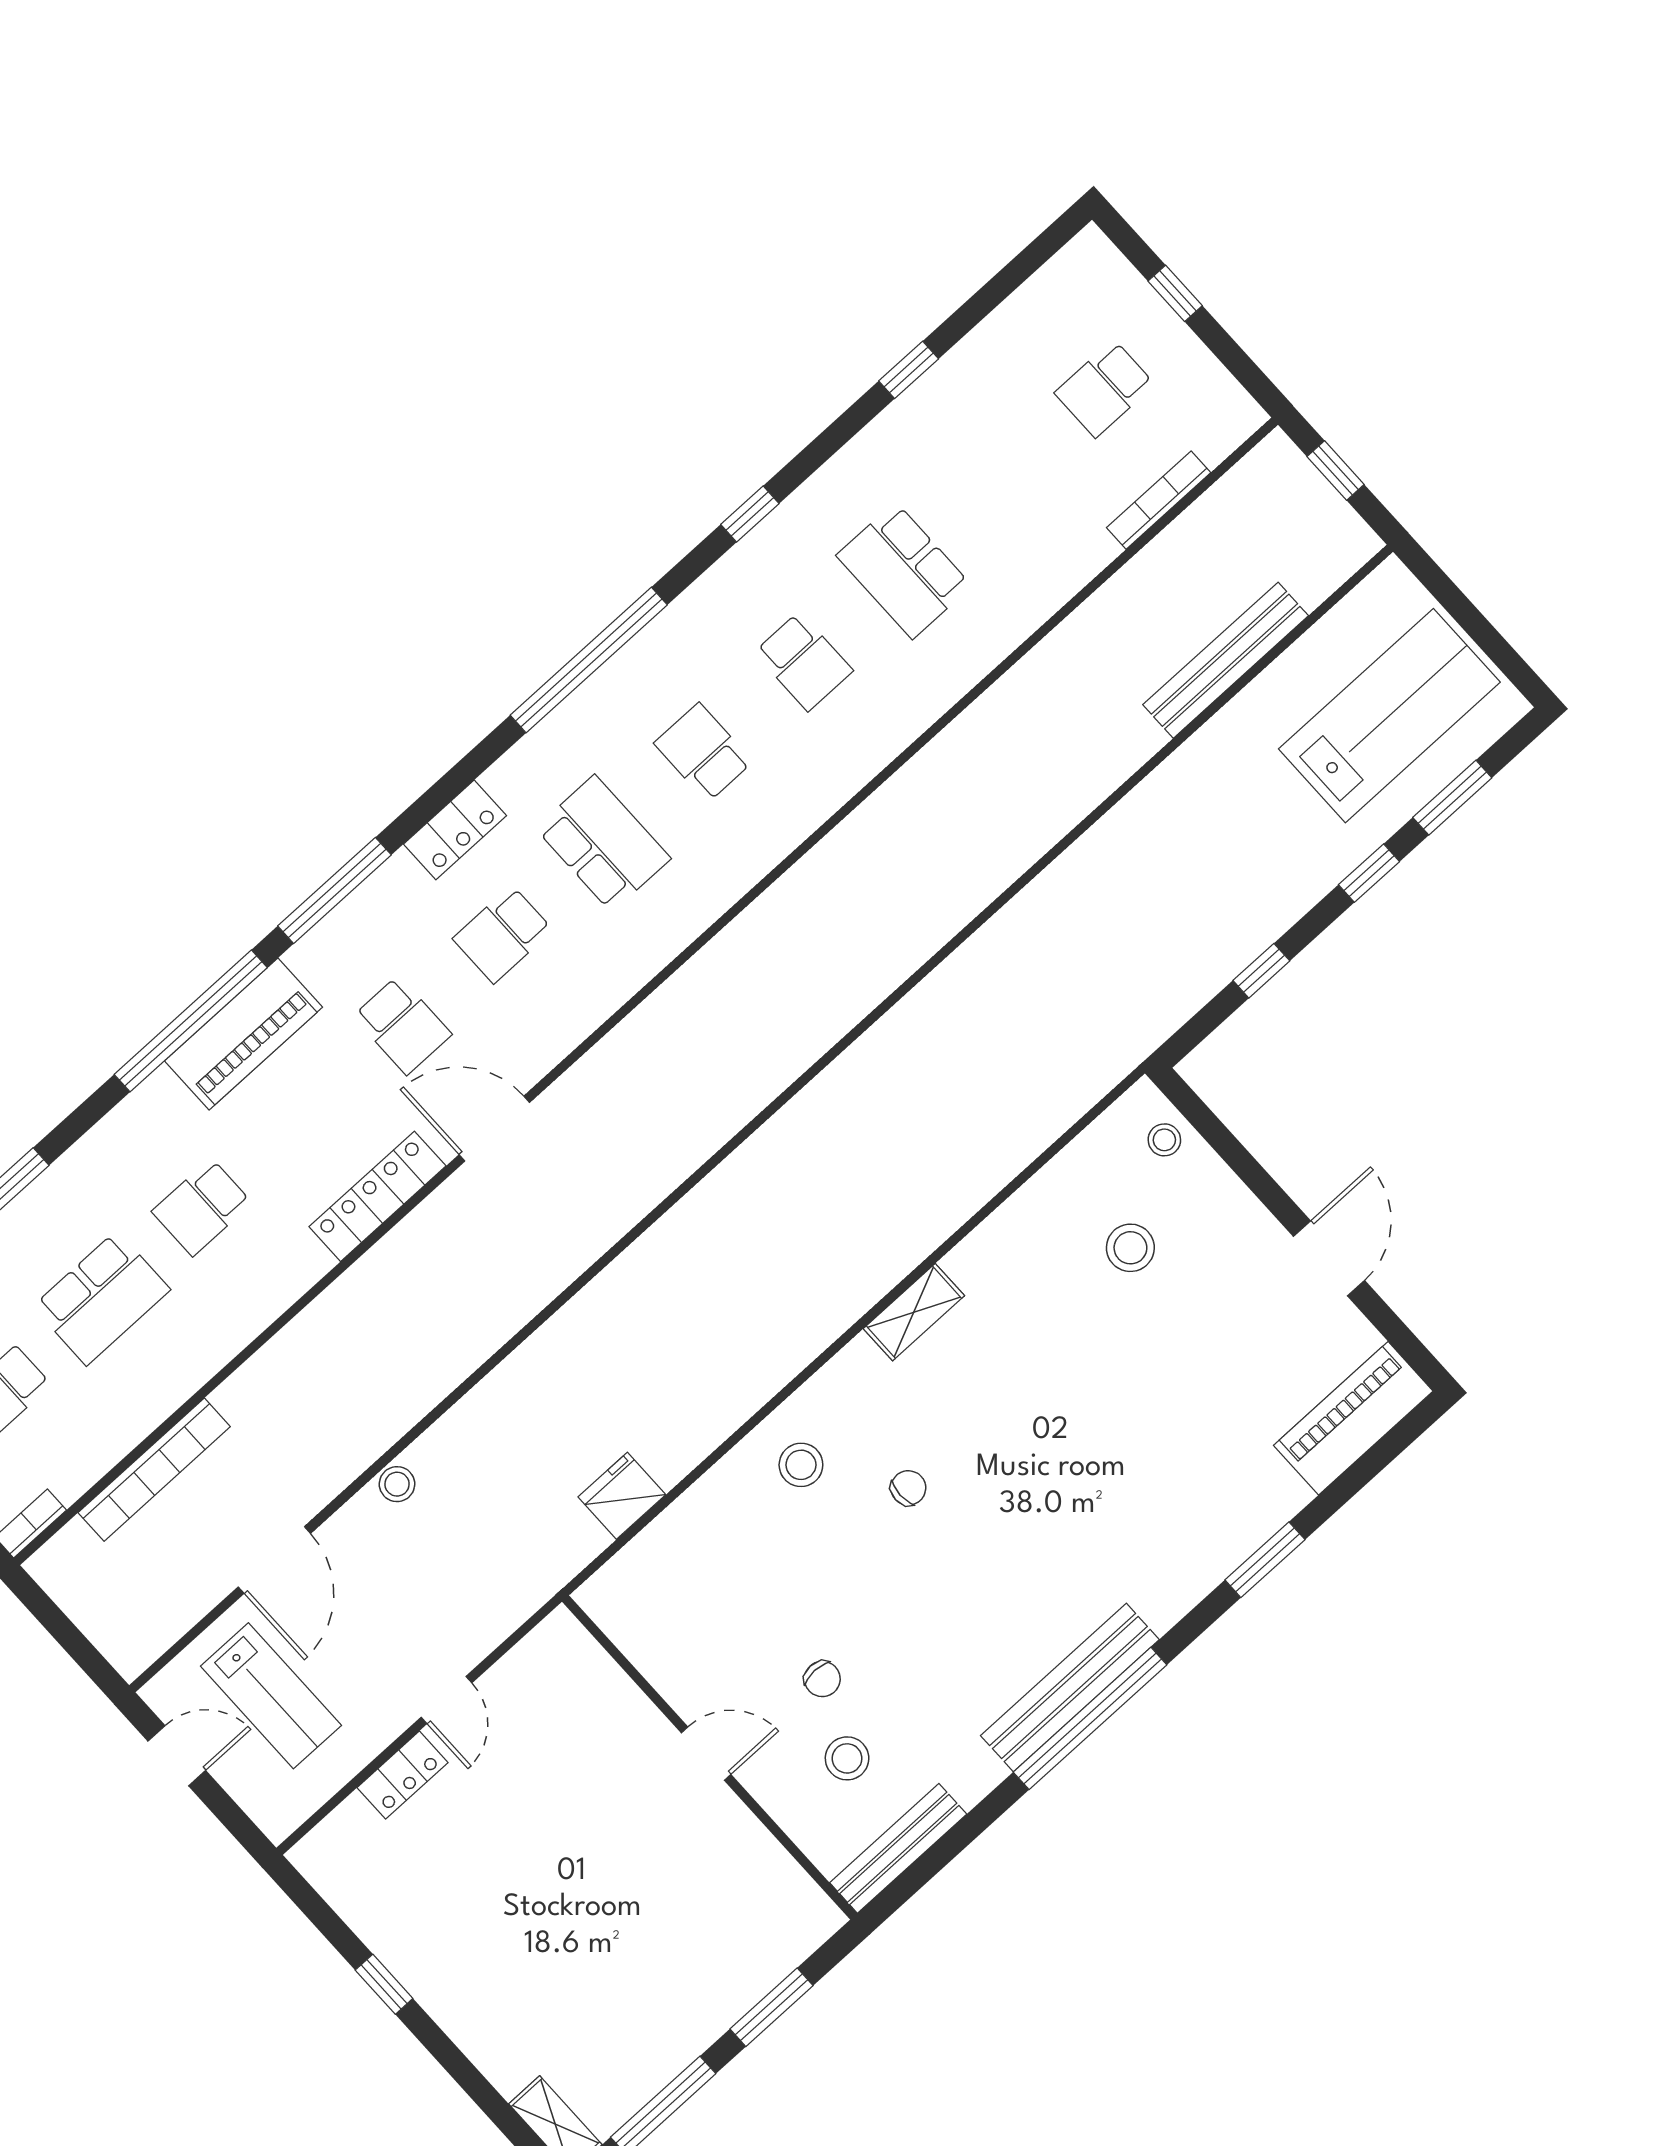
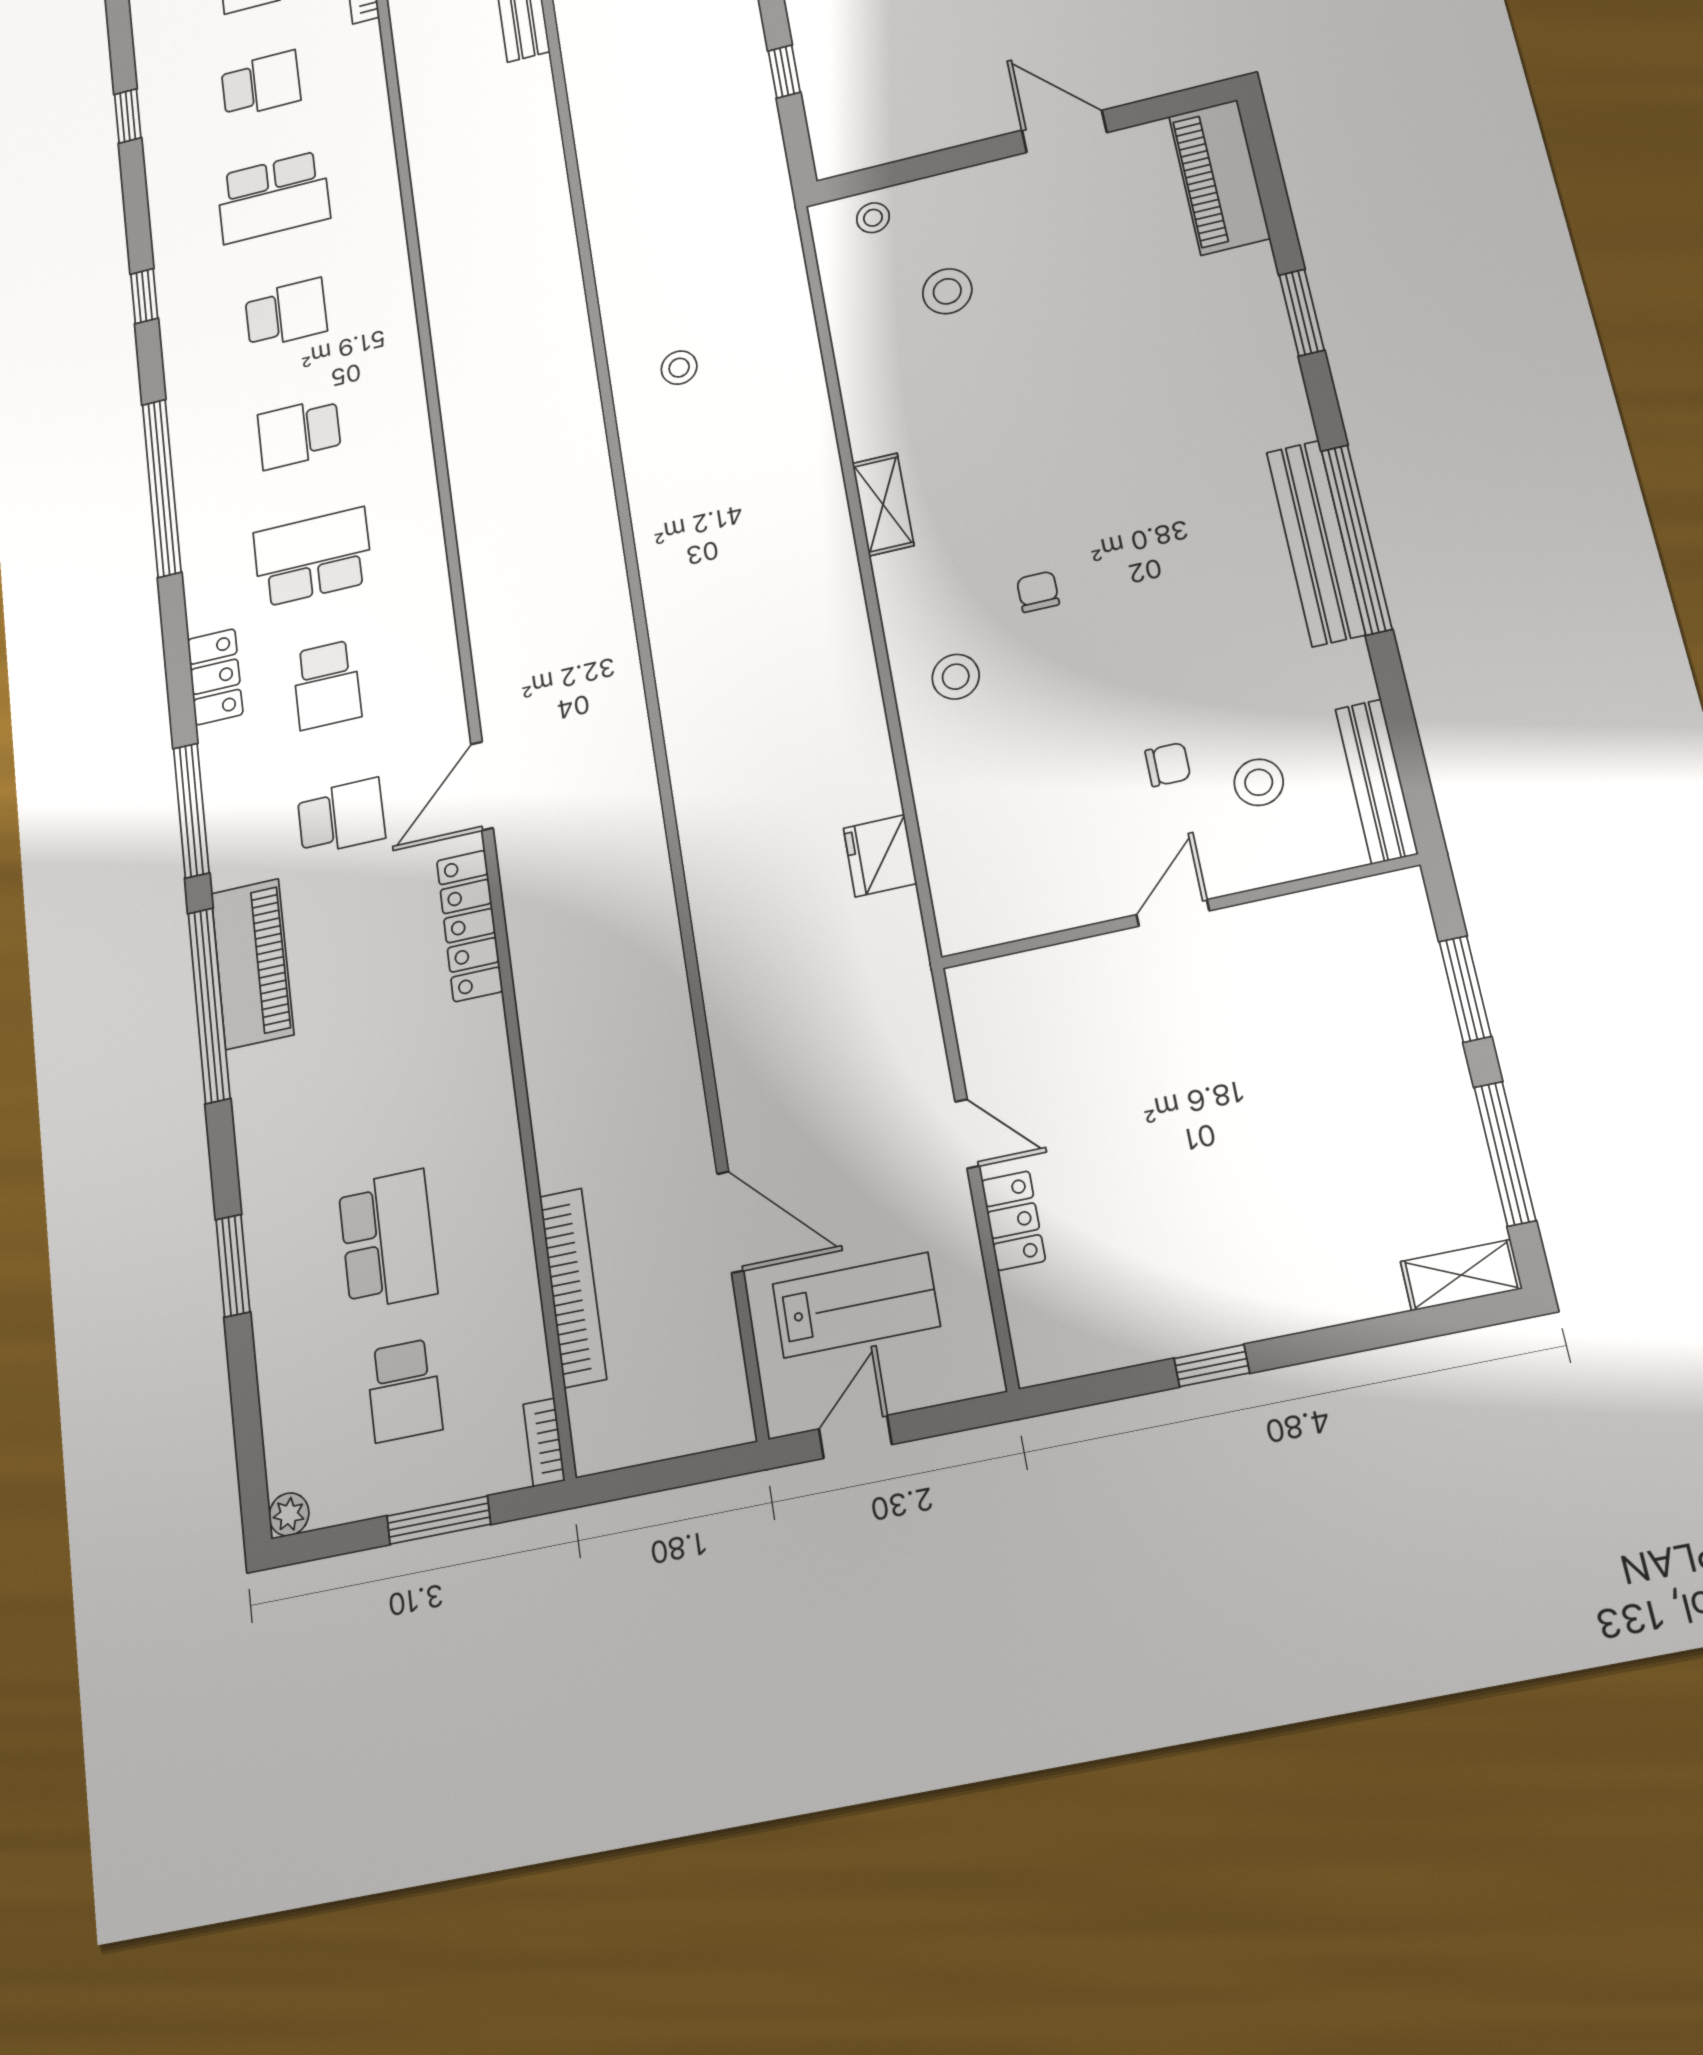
school desk: (202, 1207) -> (261, 84), moved, turned -90
stool: (397, 1484) -> (679, 368), moved

